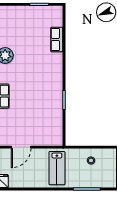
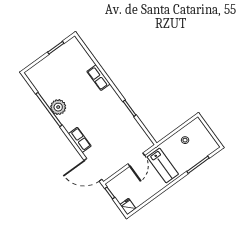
row of seats: (57, 40) -> (99, 78), moved
door: (21, 147) -> (136, 160), moved

